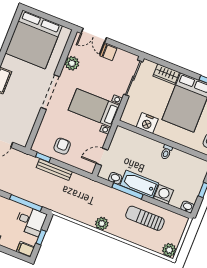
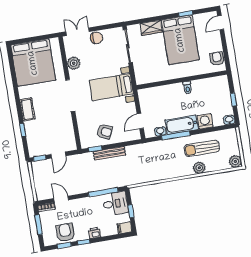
double door: (94, 35) -> (78, 32), swing flipped
nightstand: (147, 123) -> (159, 74), removed
armchair: (62, 146) -> (105, 131), turned 115
plant: (102, 224) -> (199, 168), moved

